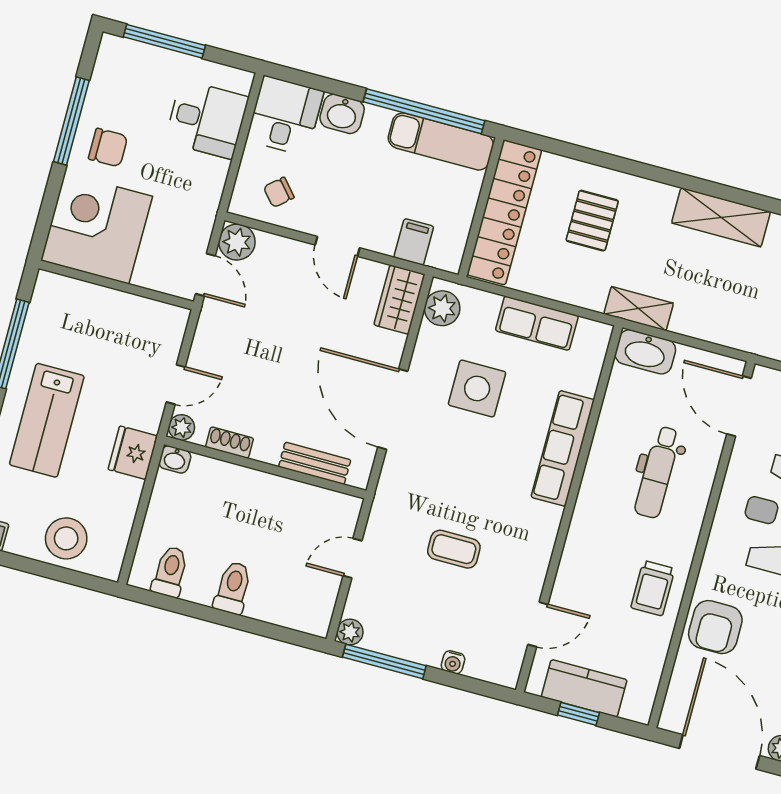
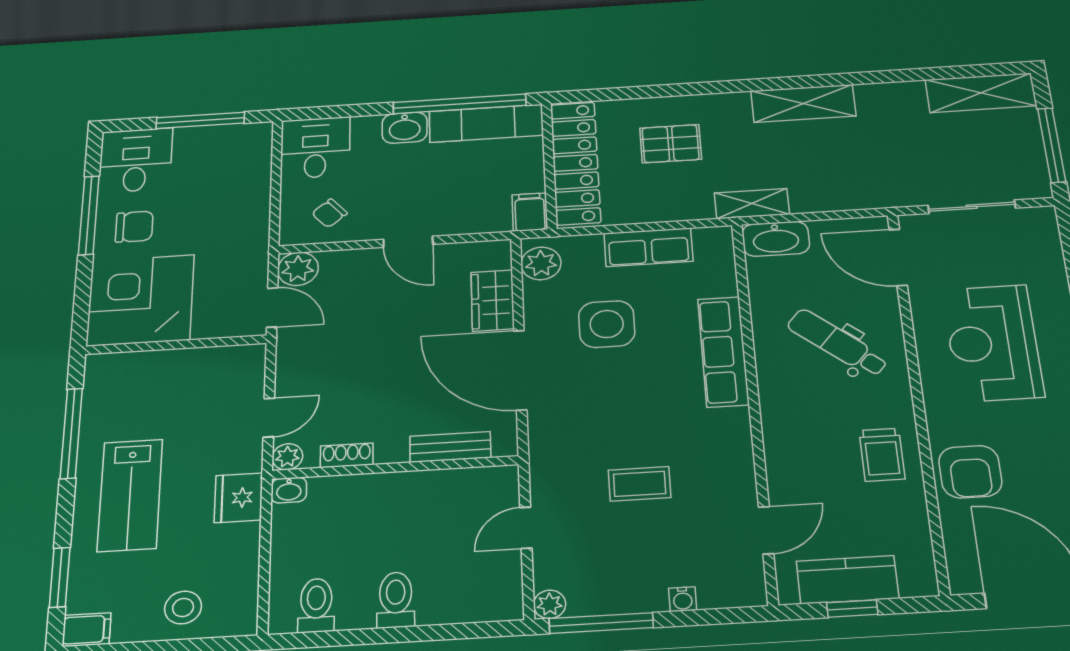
window: (164, 41) -> (200, 120), moved
washbasin: (342, 114) -> (405, 128), moved
desk: (207, 119) -> (136, 160), moved, turned -90
pallet: (592, 221) -> (671, 144), turned 90
filing cabinet: (414, 242) -> (530, 212), moved
wardrobe: (399, 300) -> (493, 300), moved
dental chair: (658, 472) -> (837, 343), turned 130
stool: (66, 538) -> (183, 608), width x0.73, depth x0.73

